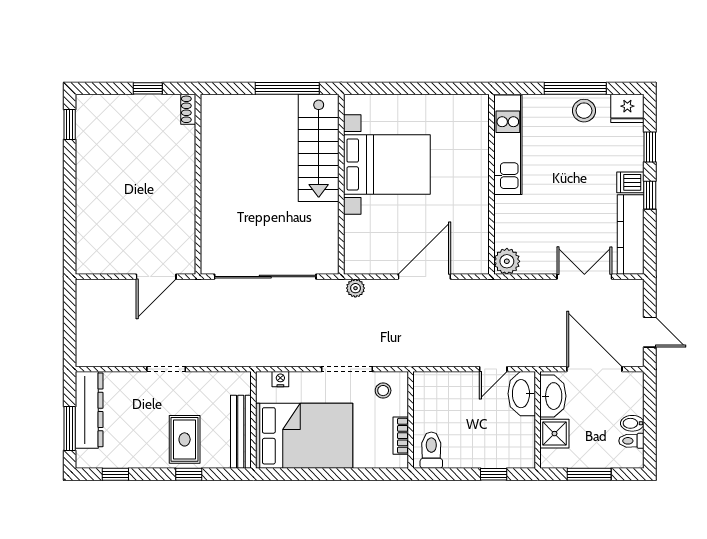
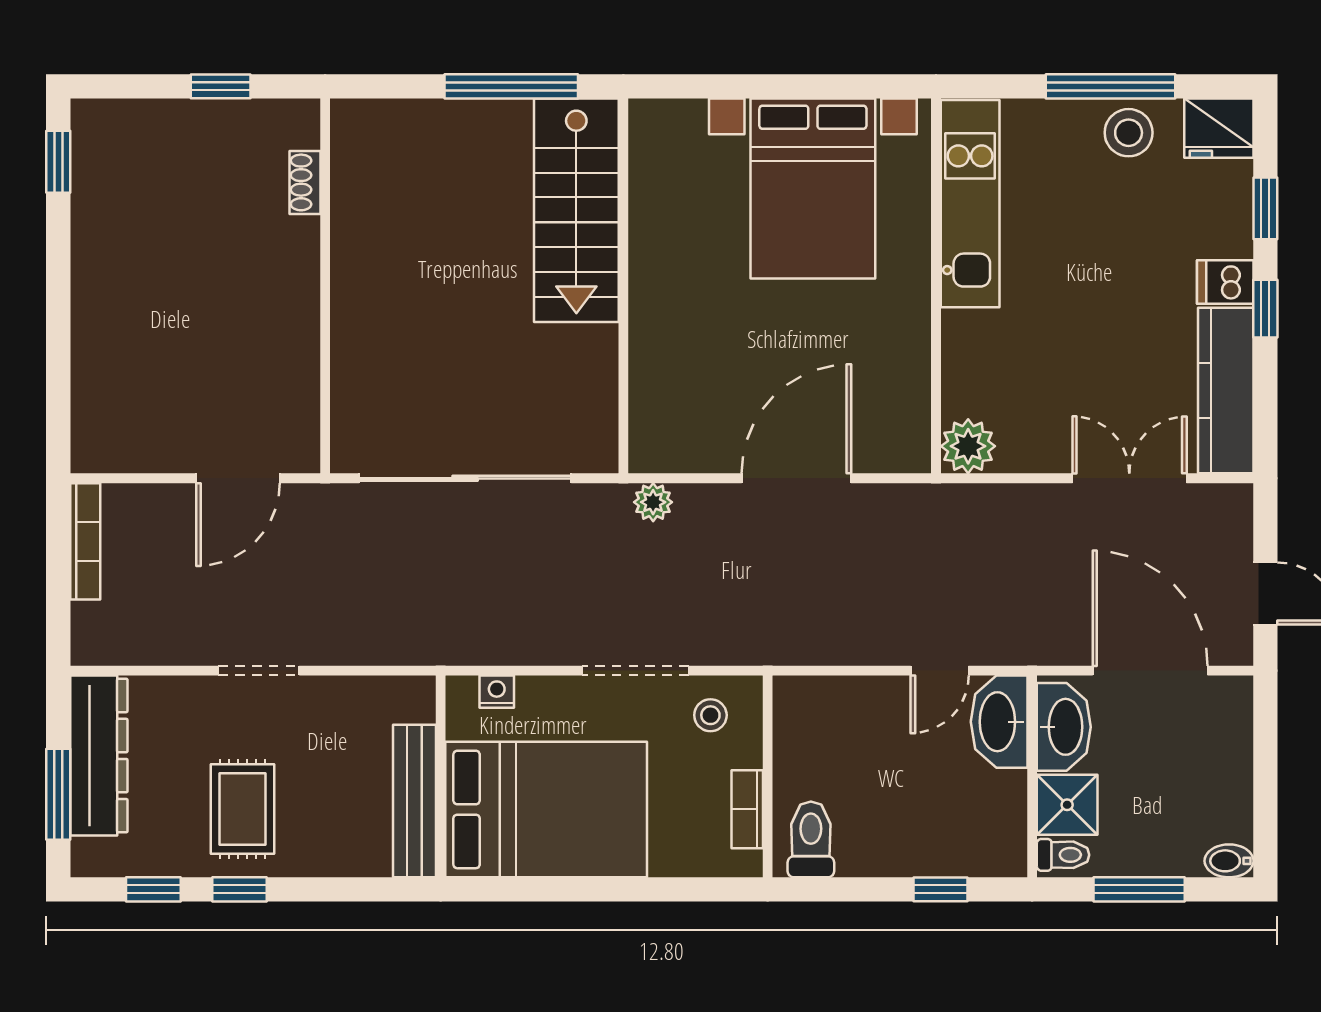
shoe rack: (188, 109) -> (305, 182), moved
bed with nightstands: (387, 164) -> (813, 188), moved, turned 90
bookcase: (83, 307) -> (85, 541), added
bidet: (632, 423) -> (1229, 861), moved
rug: (185, 439) -> (242, 809), moved
toilet: (631, 441) -> (1063, 855), moved, turned 180
window: (189, 474) -> (239, 889), moved

